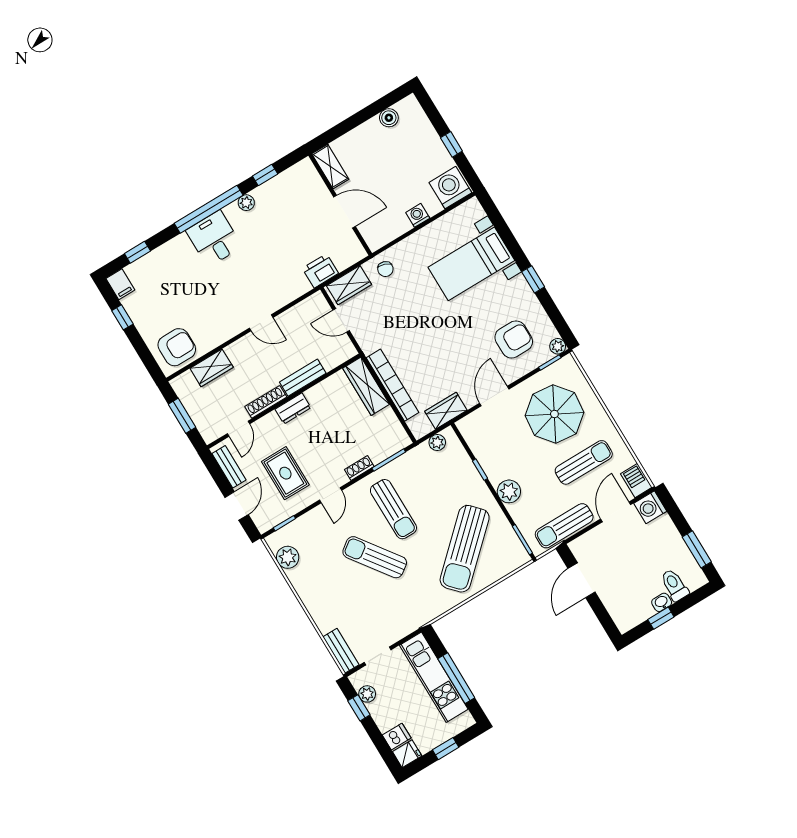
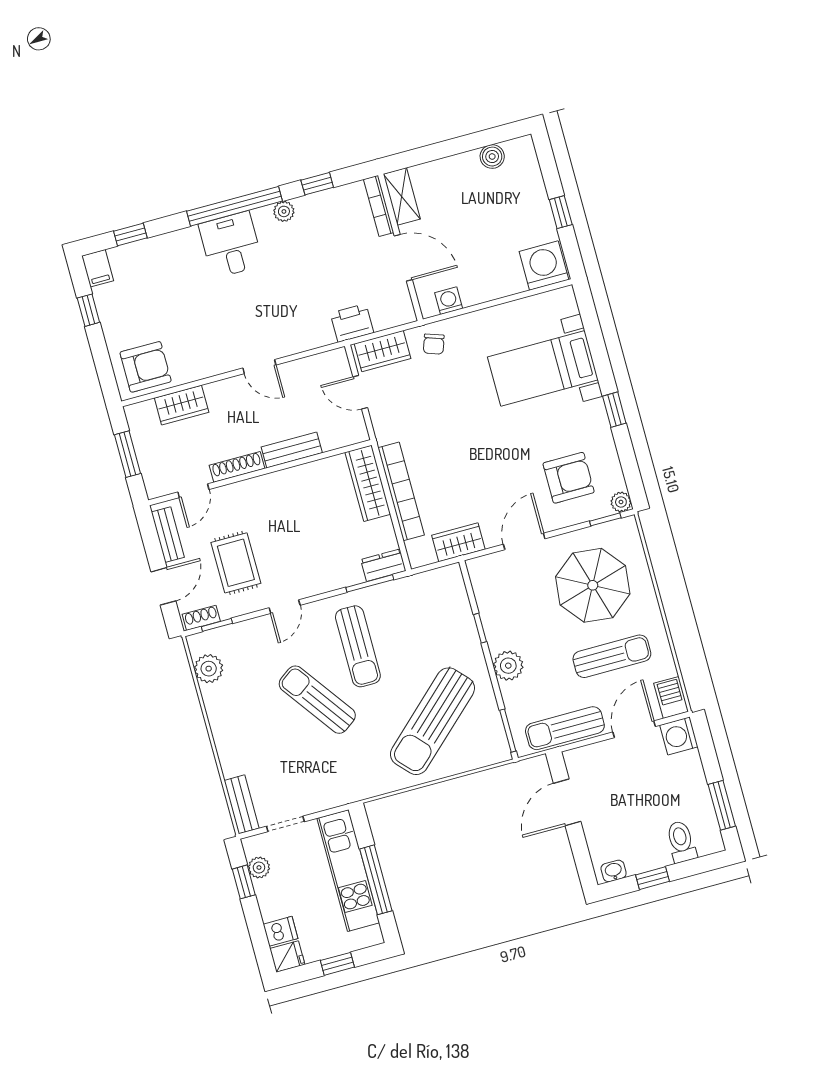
bookcase: (315, 178) -> (379, 206), added
washing machine: (418, 215) -> (449, 301), moved
dresser: (293, 408) -> (383, 565), moved, turned 180
plant: (437, 443) -> (436, 579), removed
shoe rack: (359, 468) -> (201, 618), moved
washbasin: (662, 602) -> (614, 871), moved

